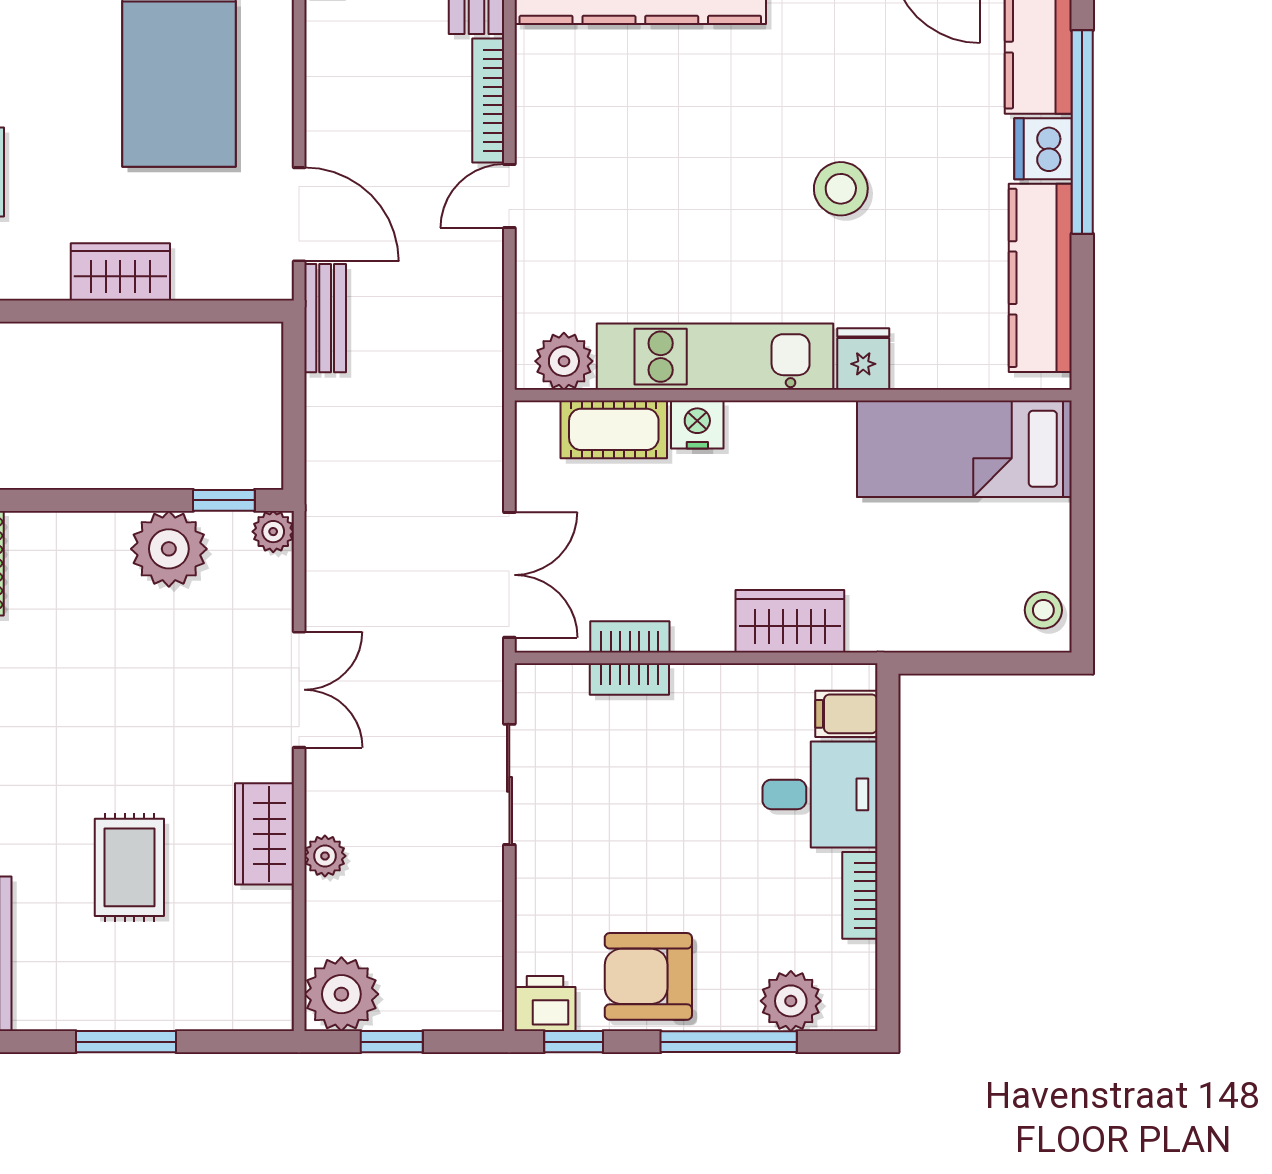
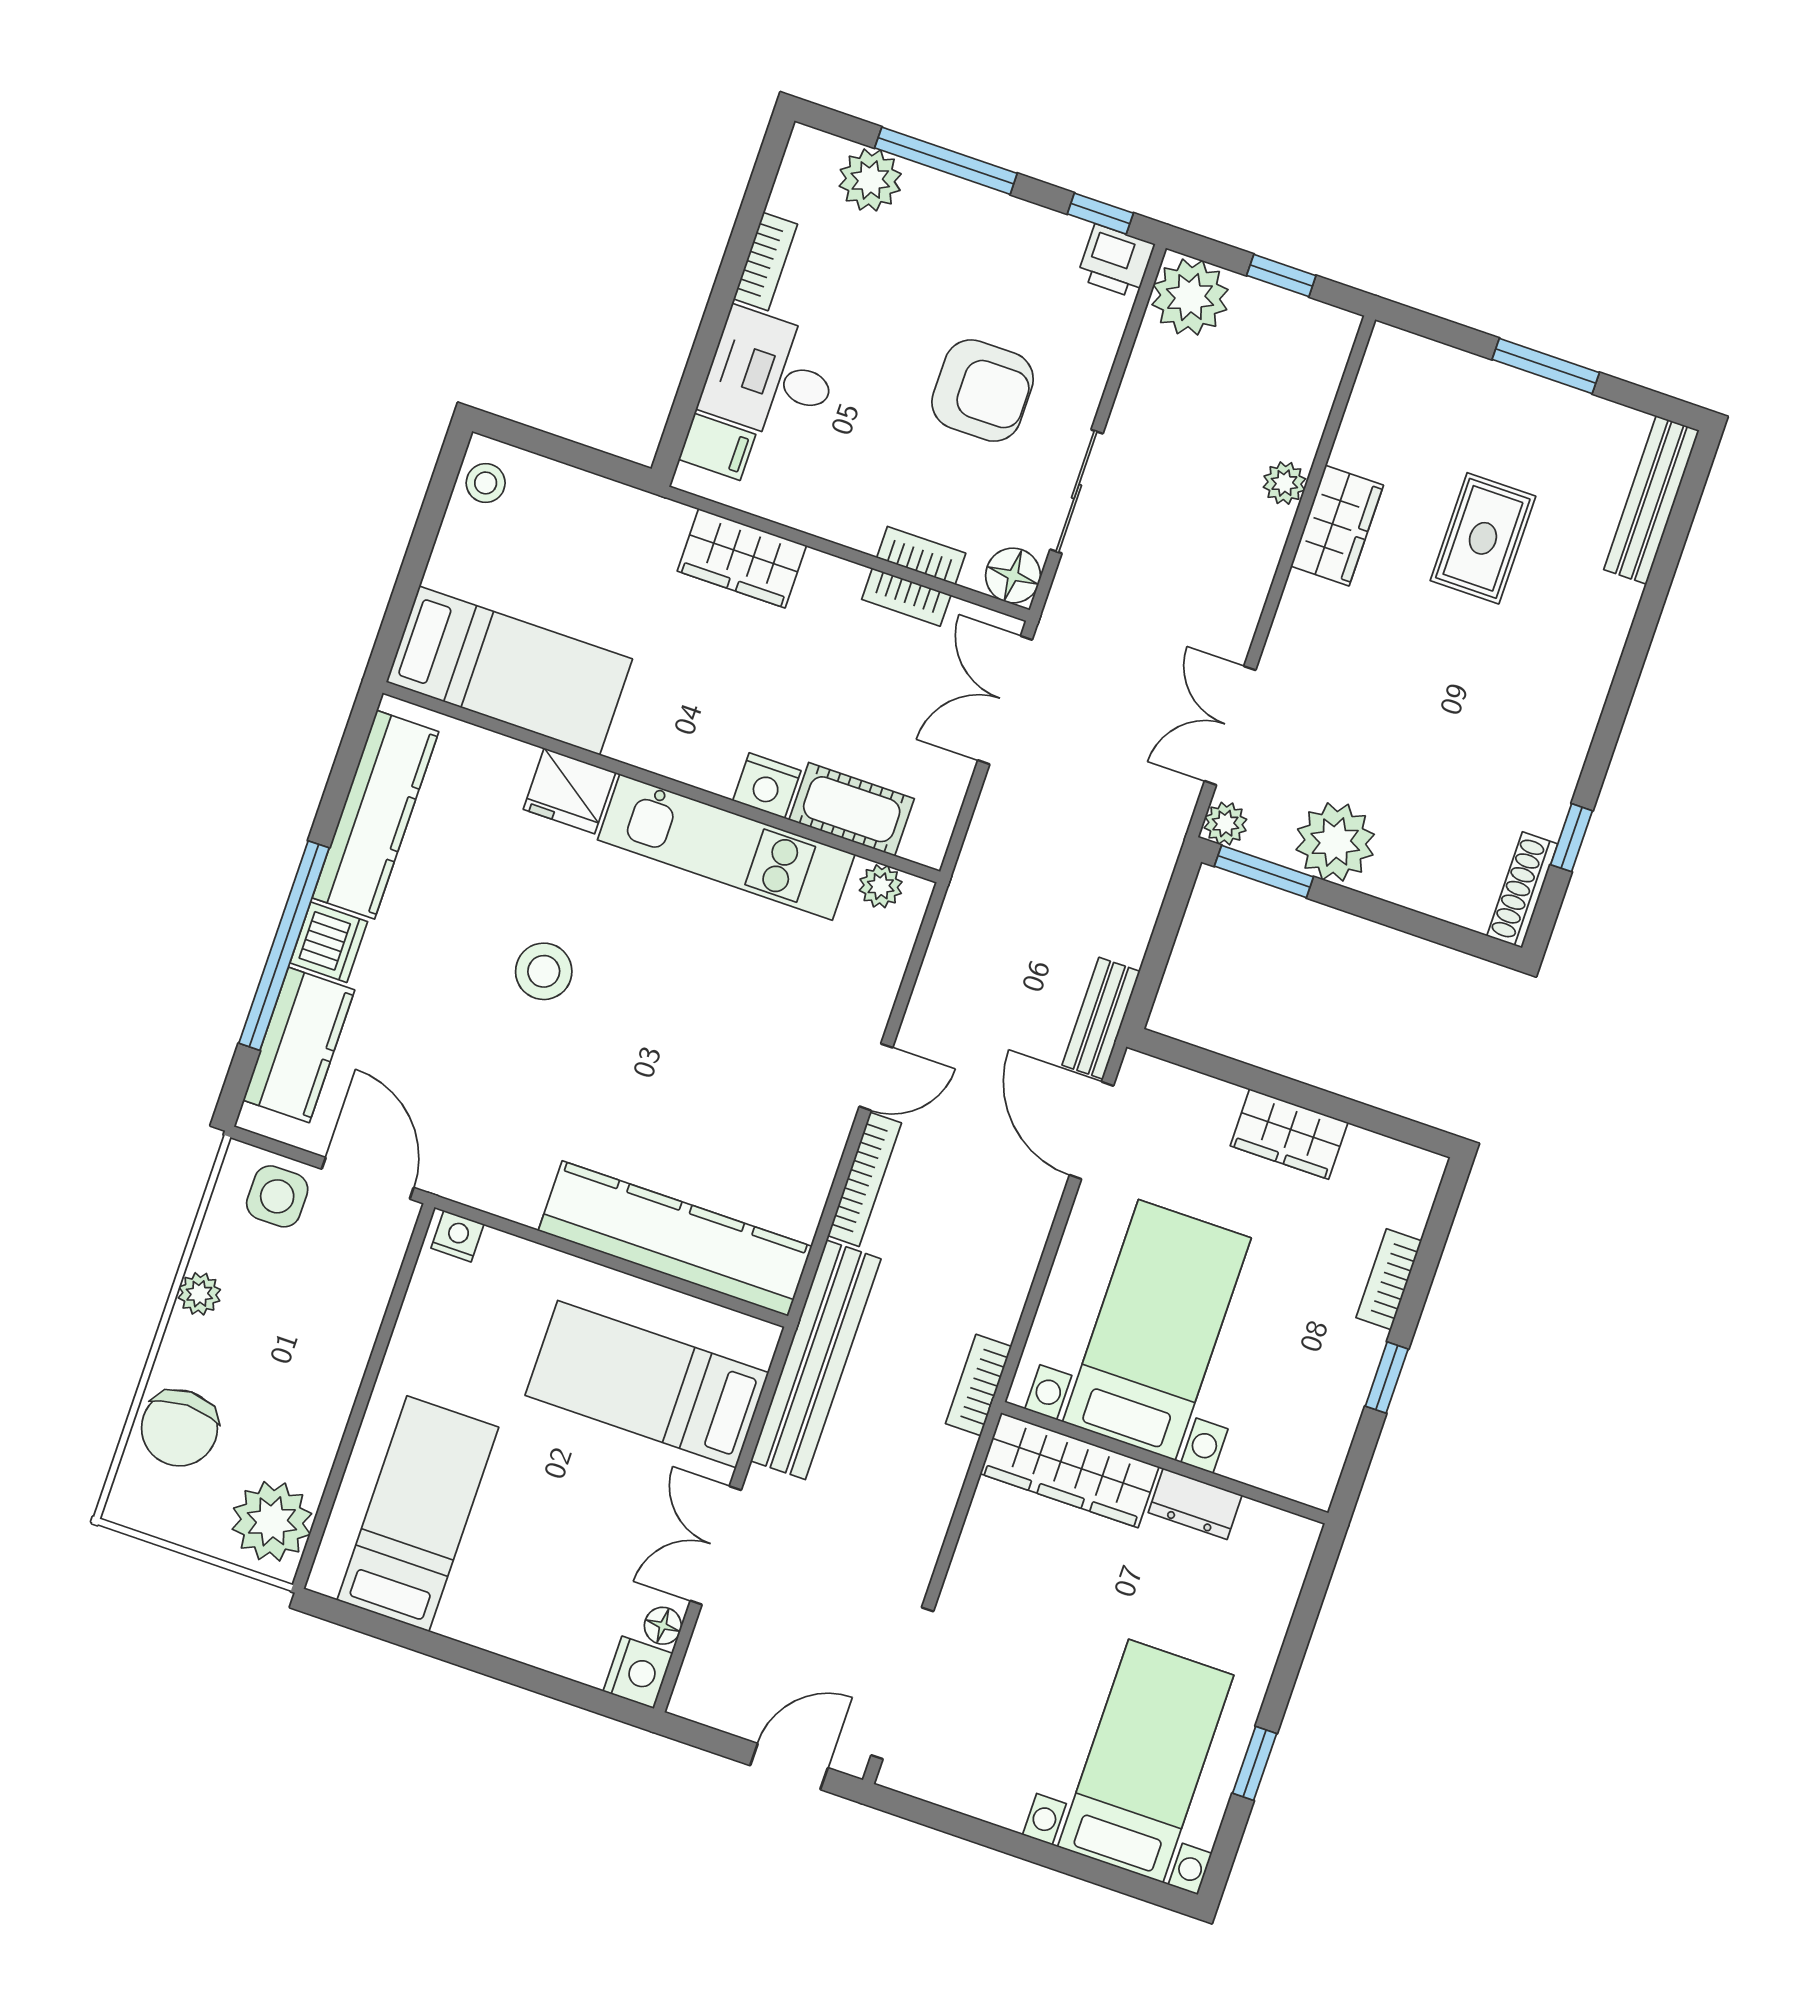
fridge: (863, 359) -> (569, 791), width x1.38
plant: (564, 361) -> (881, 886), width x0.73, depth x0.73
window: (224, 500) -> (1264, 871), width x1.50
floor lamp: (541, 689) -> (1013, 575), added
double door: (299, 690) -> (1230, 726), moved
armchair: (648, 976) -> (983, 391), moved
plant: (341, 994) -> (1190, 297), moved

